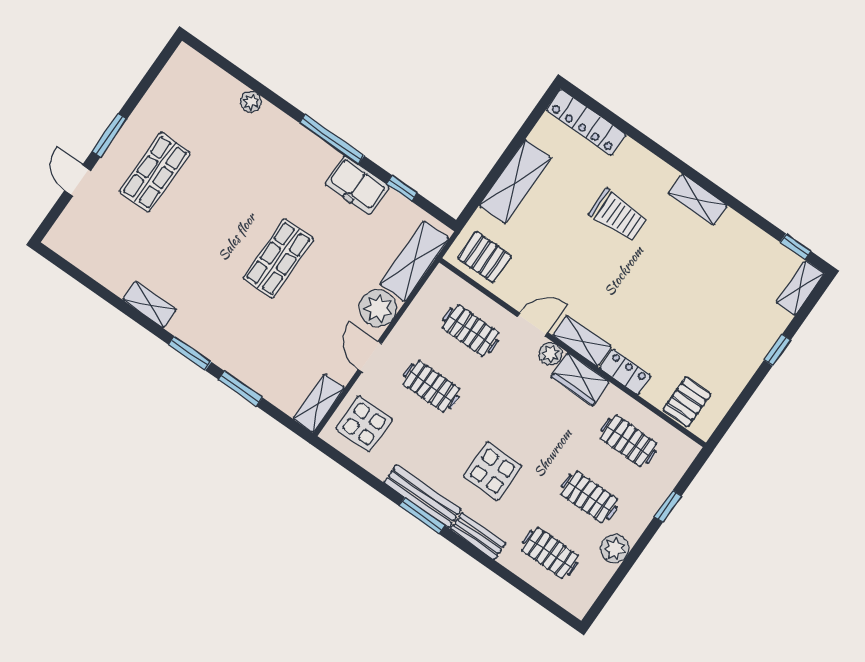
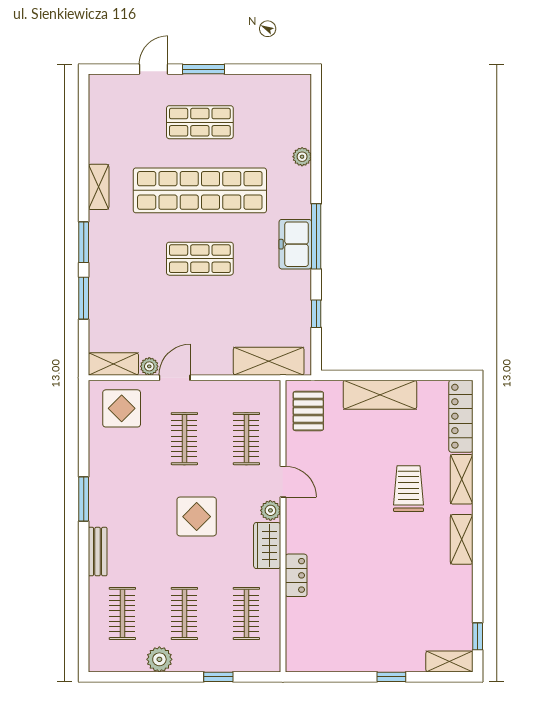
freezer: (357, 185) -> (295, 244), moved
shop shelf: (217, 215) -> (200, 190), added
trolley: (618, 215) -> (409, 489), turned 180
plant: (378, 308) -> (149, 366), moved, width x0.53, depth x0.53
shelving: (582, 341) -> (462, 479), moved
pallet: (687, 402) -> (306, 637), removed
display table: (492, 471) -> (197, 517), moved
bench: (422, 496) -> (98, 489), removed

